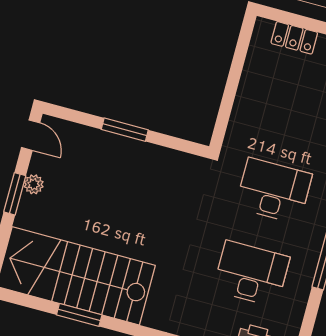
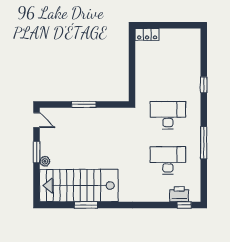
locker: (294, 38) -> (147, 34), moved
plant: (34, 184) -> (45, 161), moved

